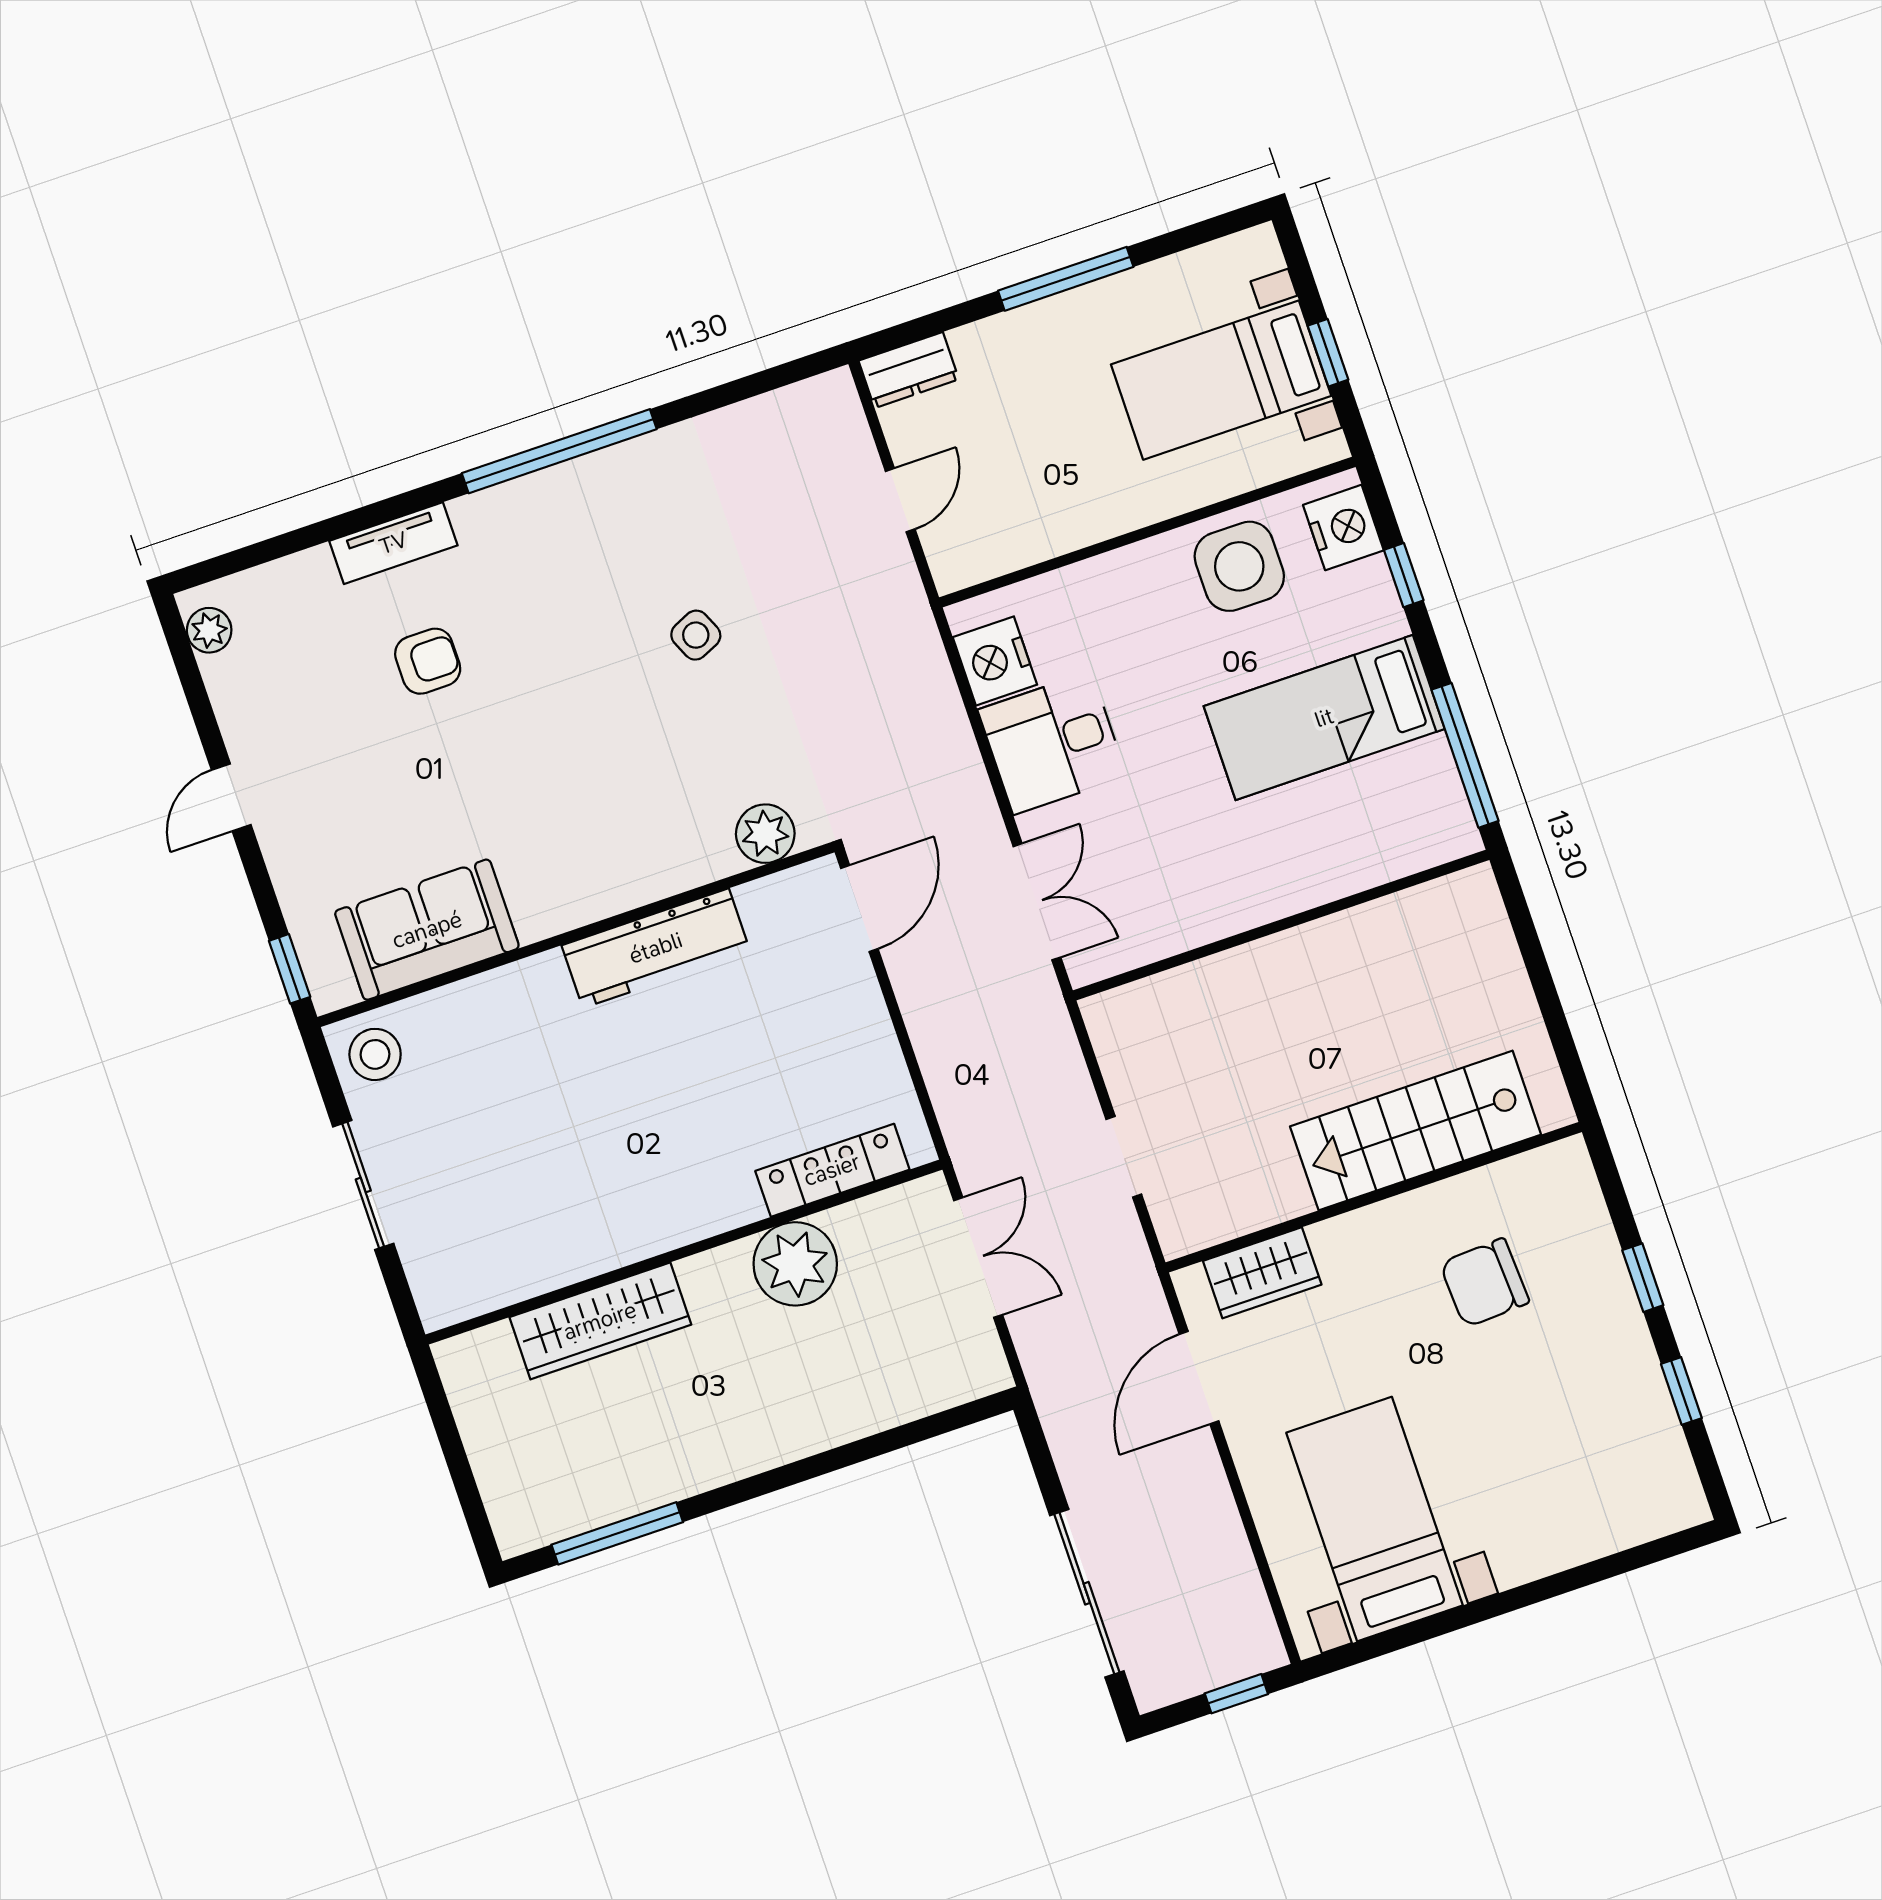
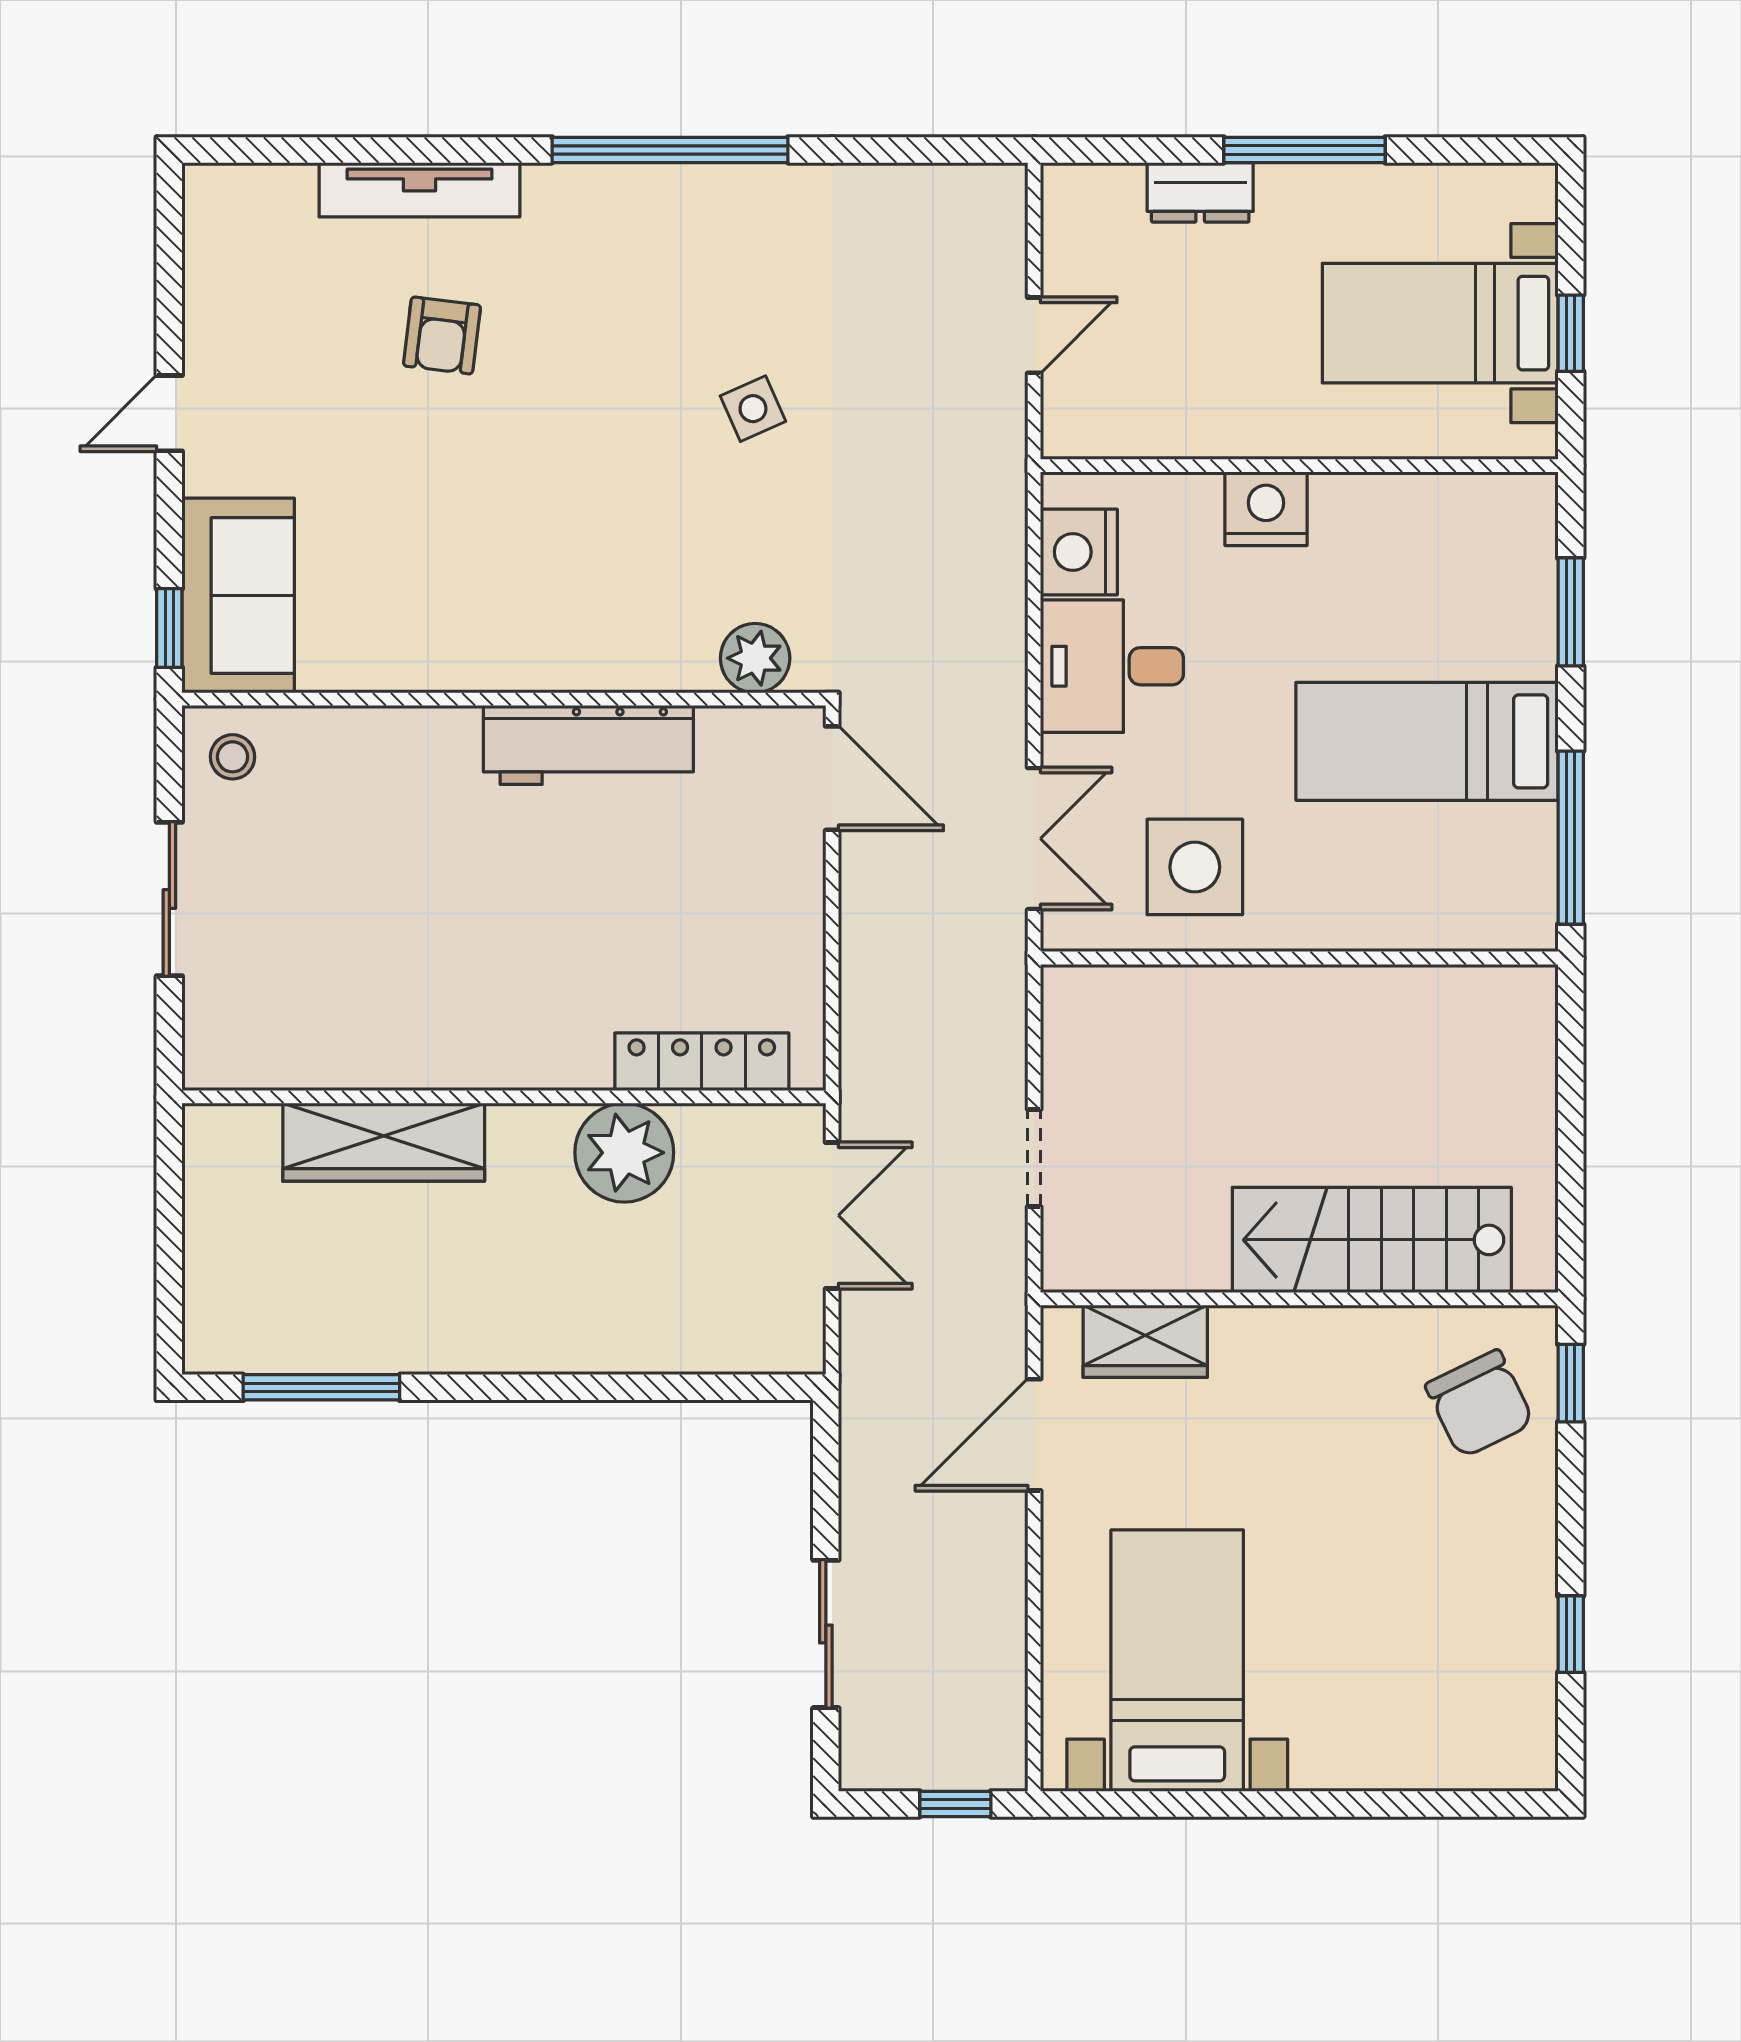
dresser: (909, 370) -> (1200, 192), moved
nightstand: (1343, 528) -> (1266, 509), moved, turned -90
tv unit: (393, 543) -> (419, 190), width x1.41
side table: (1239, 566) -> (1195, 867), moved
window: (1404, 575) -> (1571, 612), width x1.50
plant: (209, 630) -> (208, 217), removed
armchair: (428, 661) -> (442, 335), turned 97
door: (859, 908) -> (832, 778), hinge flipped
sofa: (427, 930) -> (238, 596), moved, turned 90
stool: (375, 1054) -> (233, 757), width x0.73, depth x0.73
window: (1643, 1278) -> (1571, 1383), moved
chair: (1484, 1283) -> (1480, 1404), moved, turned -113
sliding door: (1087, 1593) -> (826, 1634), width x0.73

